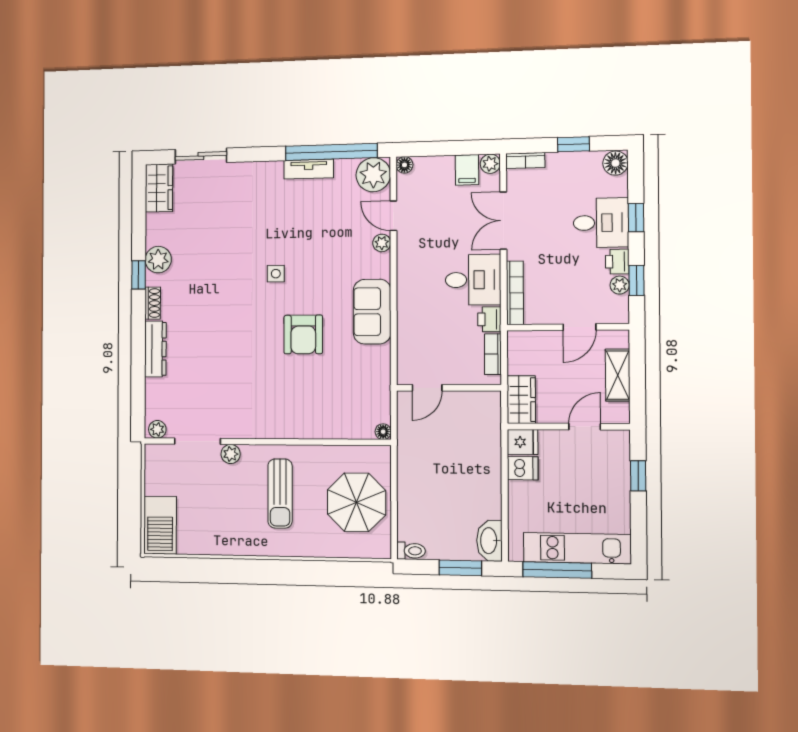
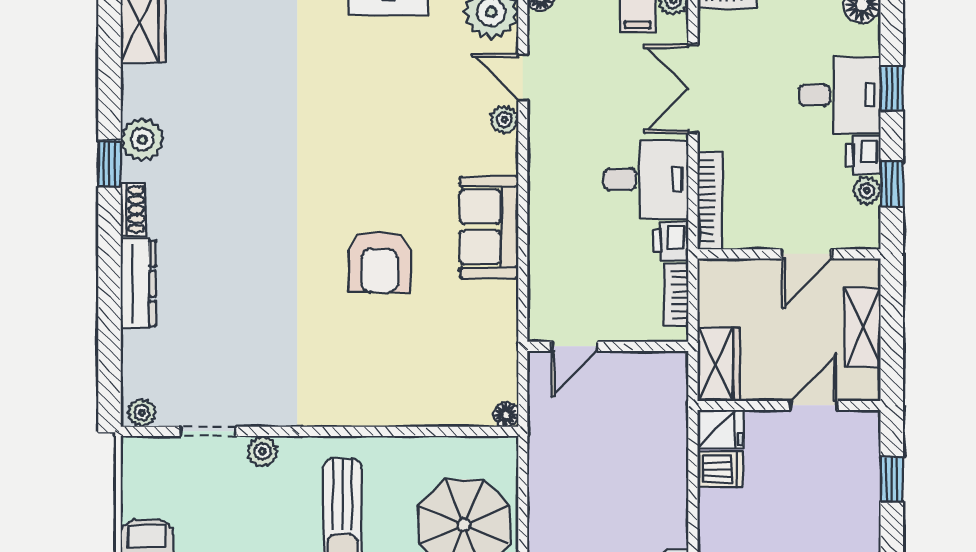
side table: (276, 274) -> (335, 165), removed
doorway: (197, 441) -> (208, 431), width x0.73

